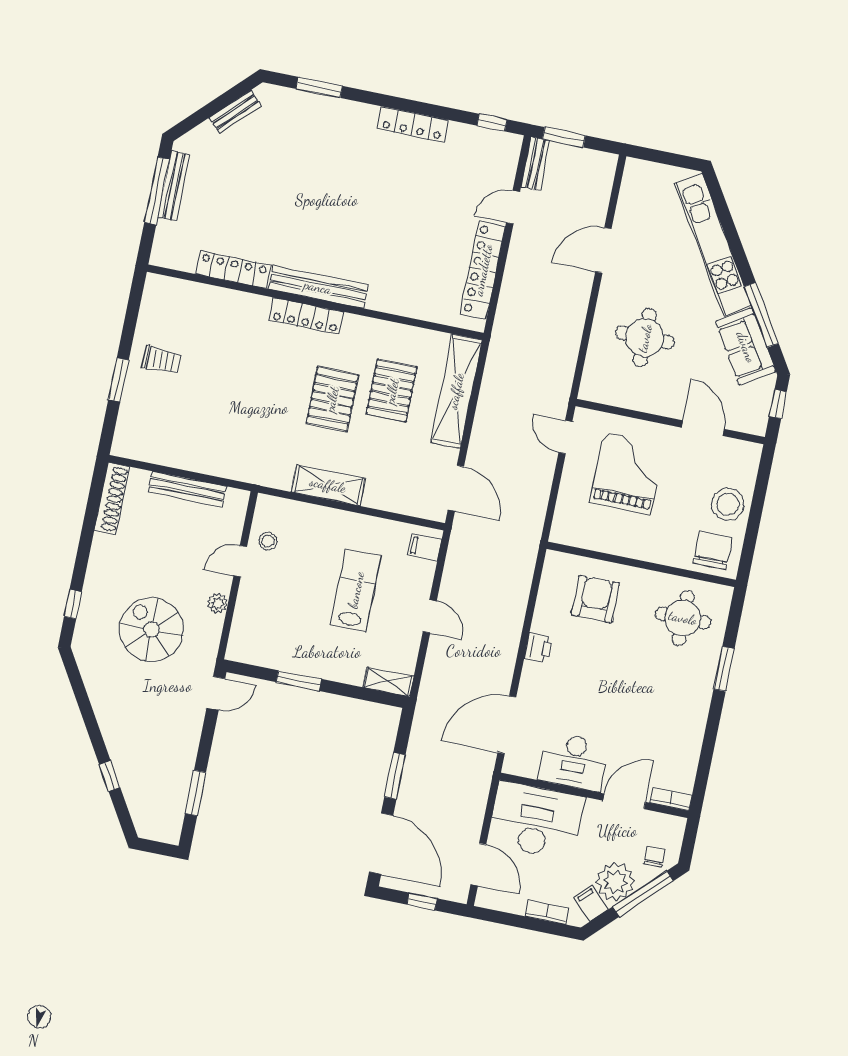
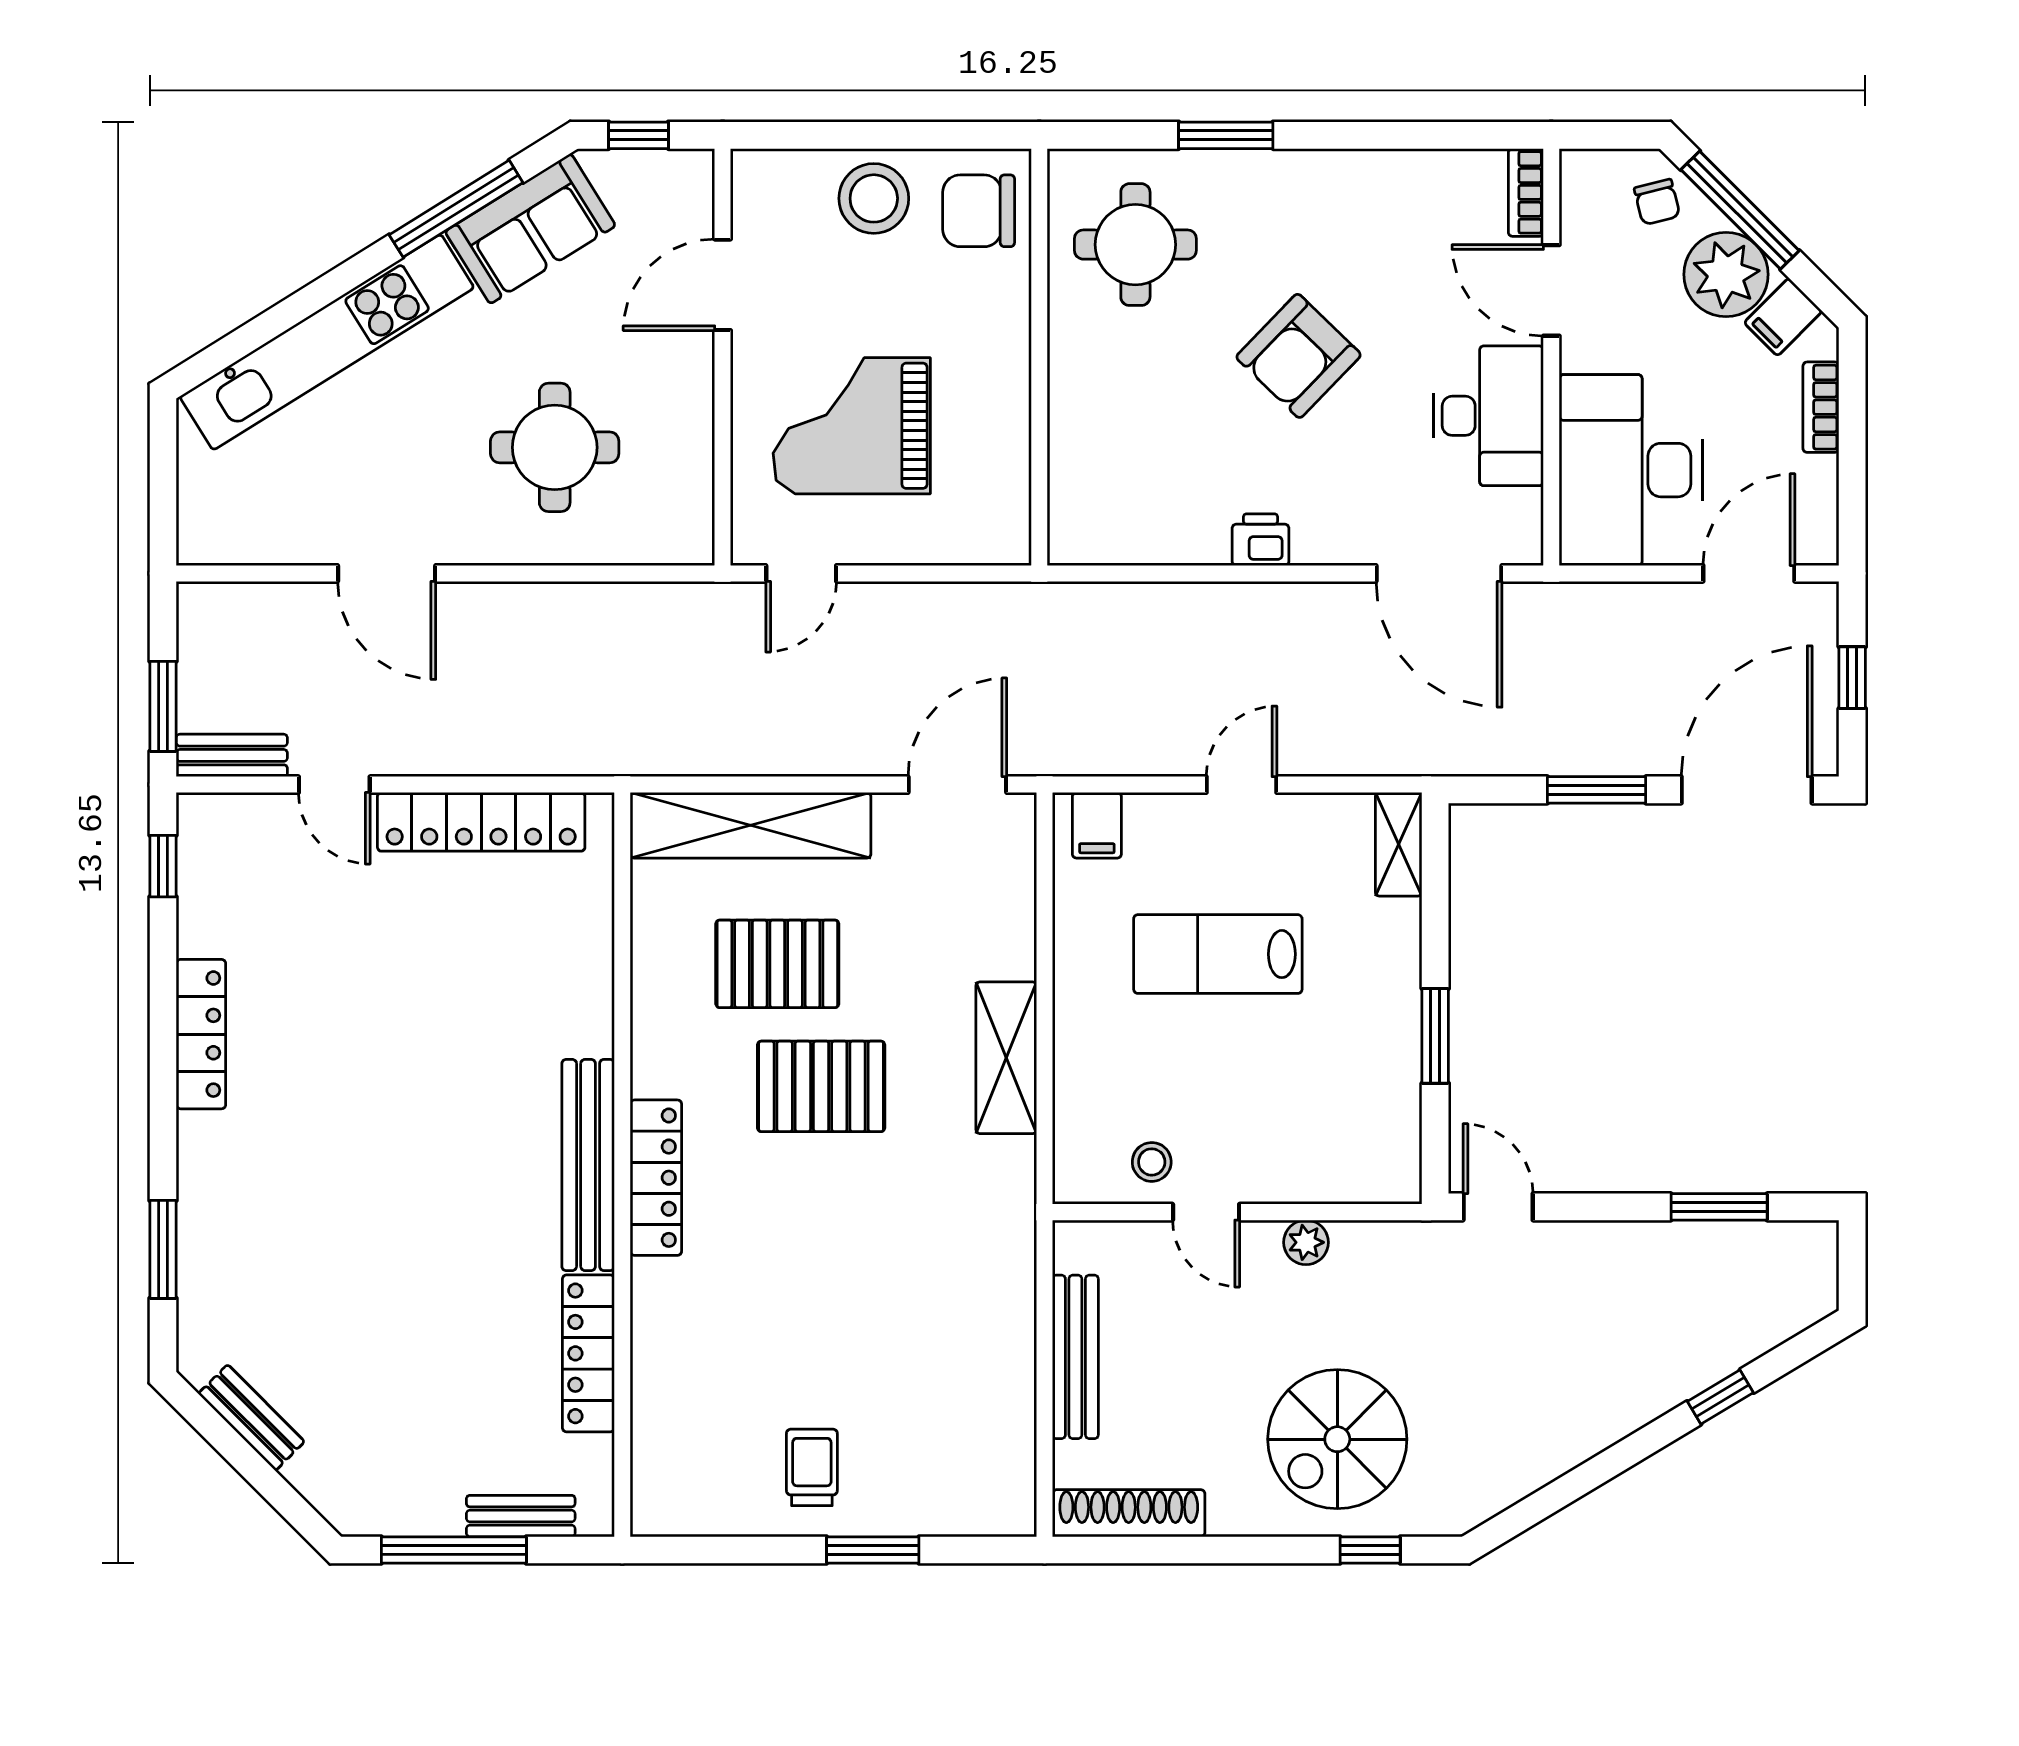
bench: (174, 186) -> (521, 1516), moved, width x0.73
armchair: (596, 599) -> (1299, 356), moved, turned -46
spiral stairs: (152, 630) -> (1337, 1439), moved
chair: (654, 857) -> (1657, 202), turned -104

